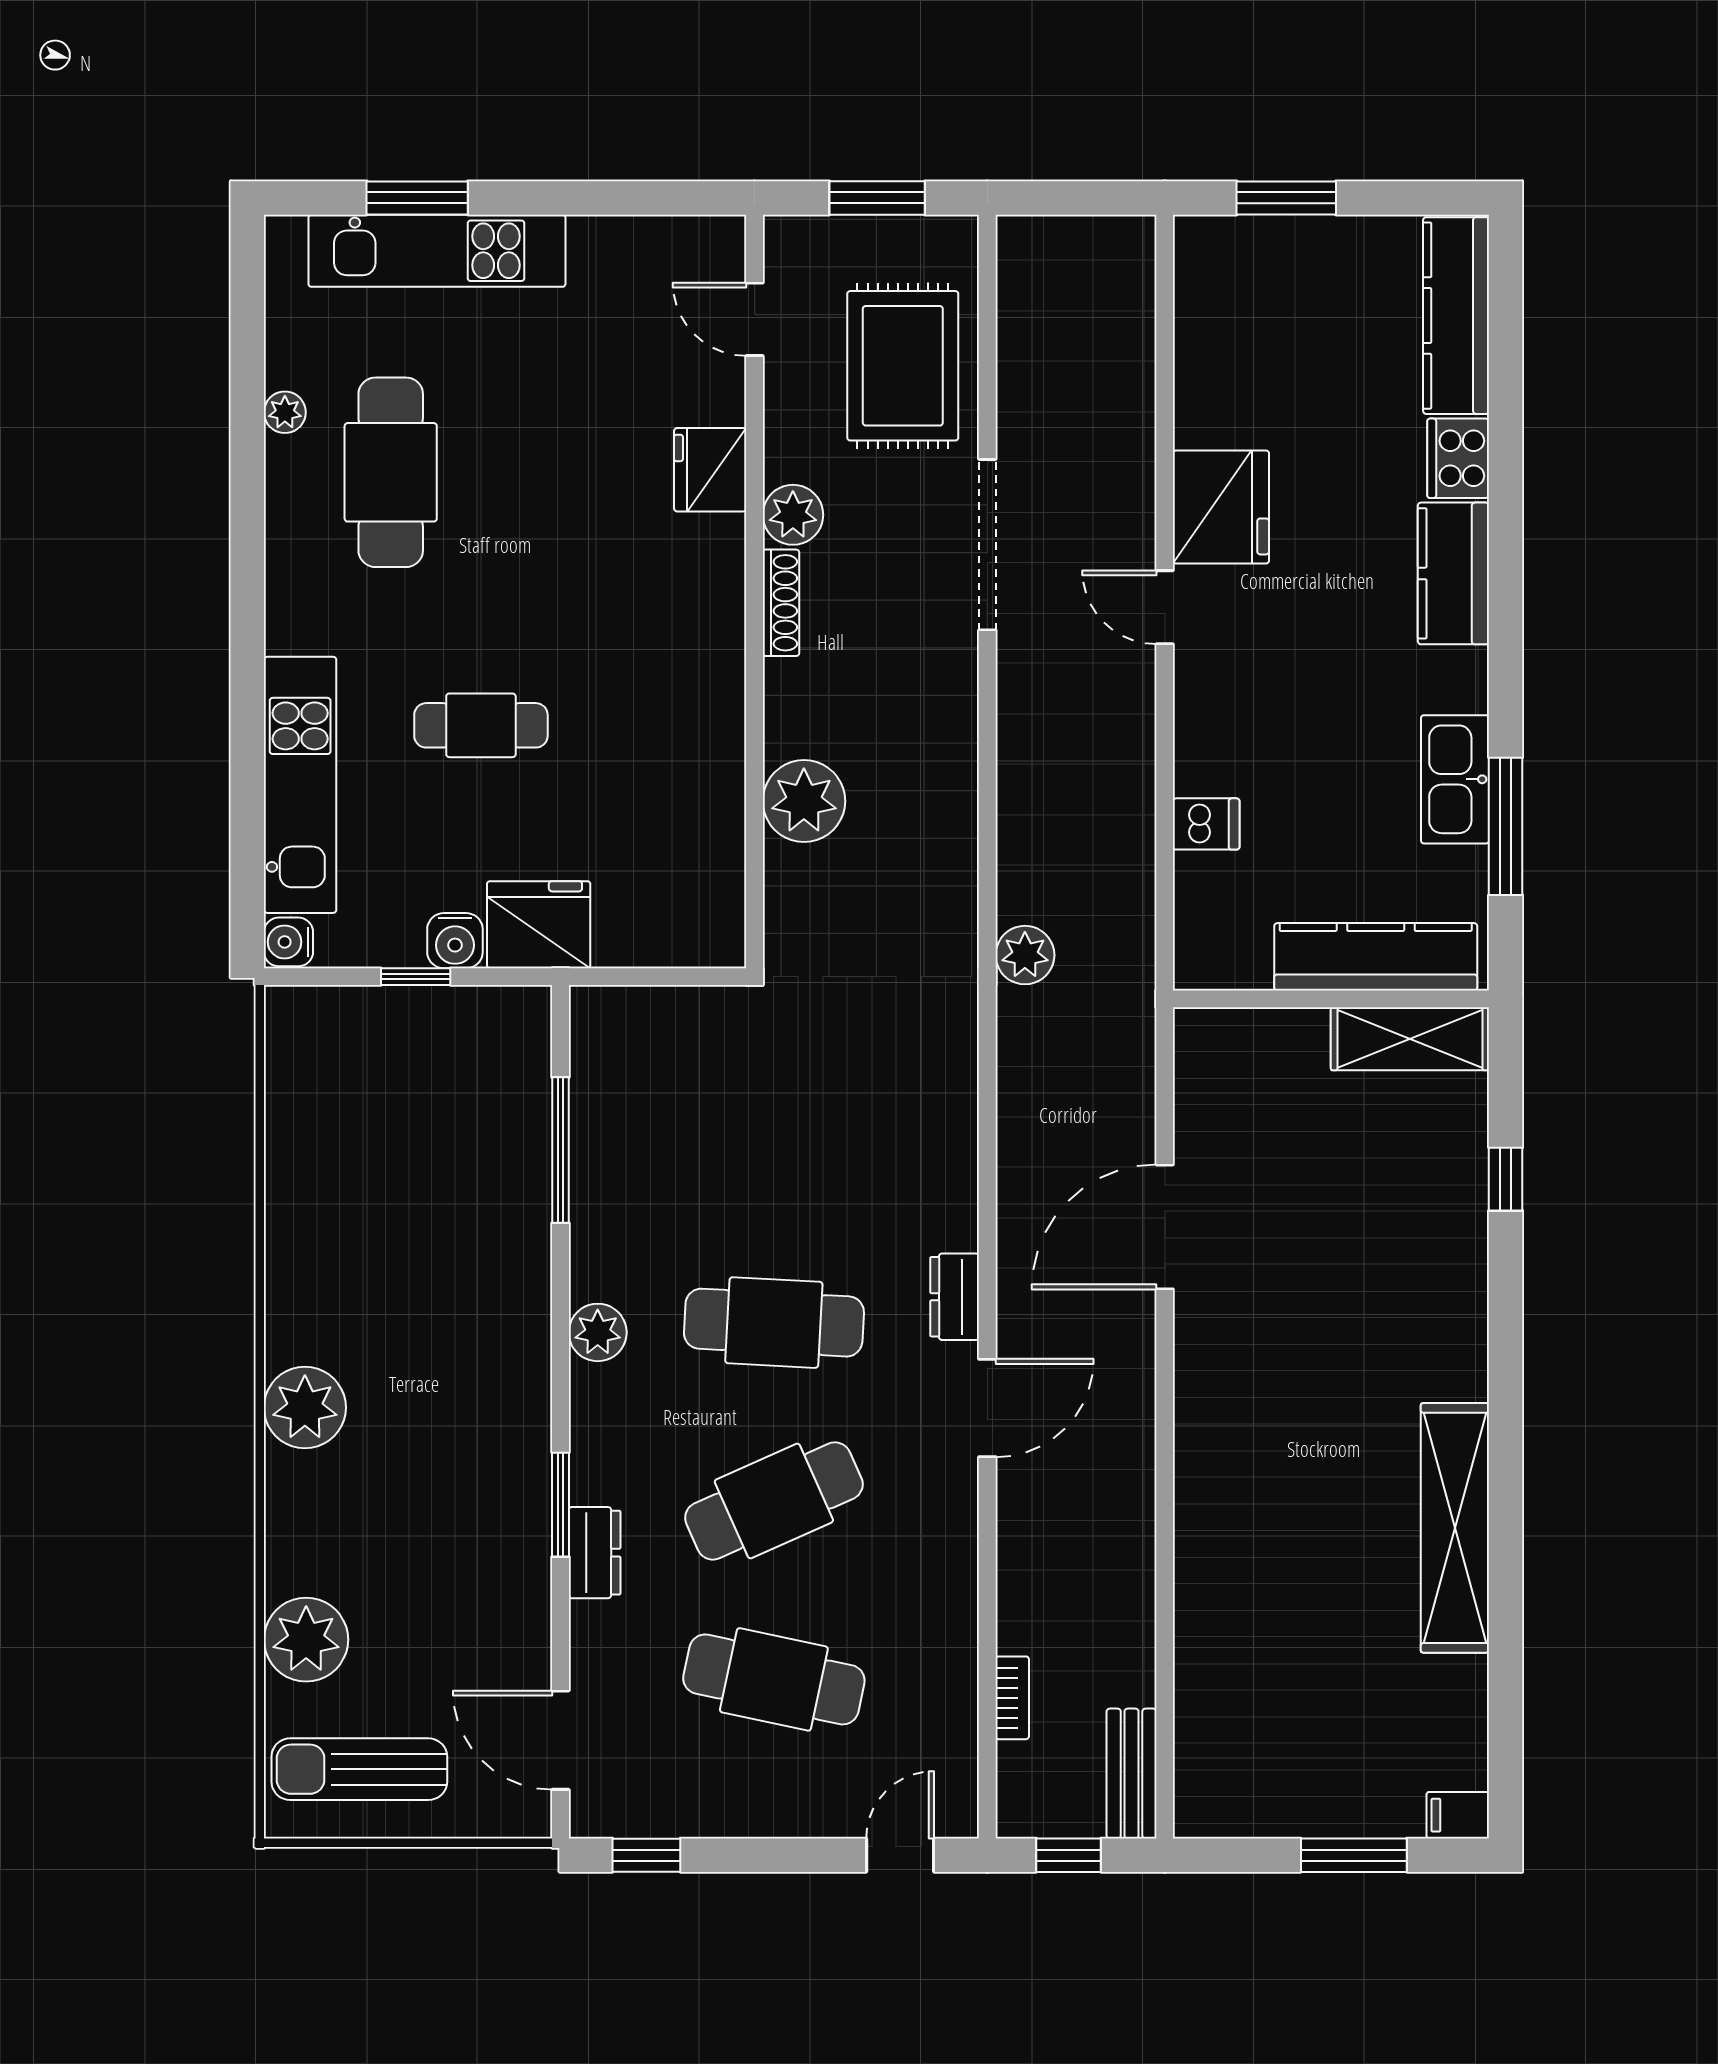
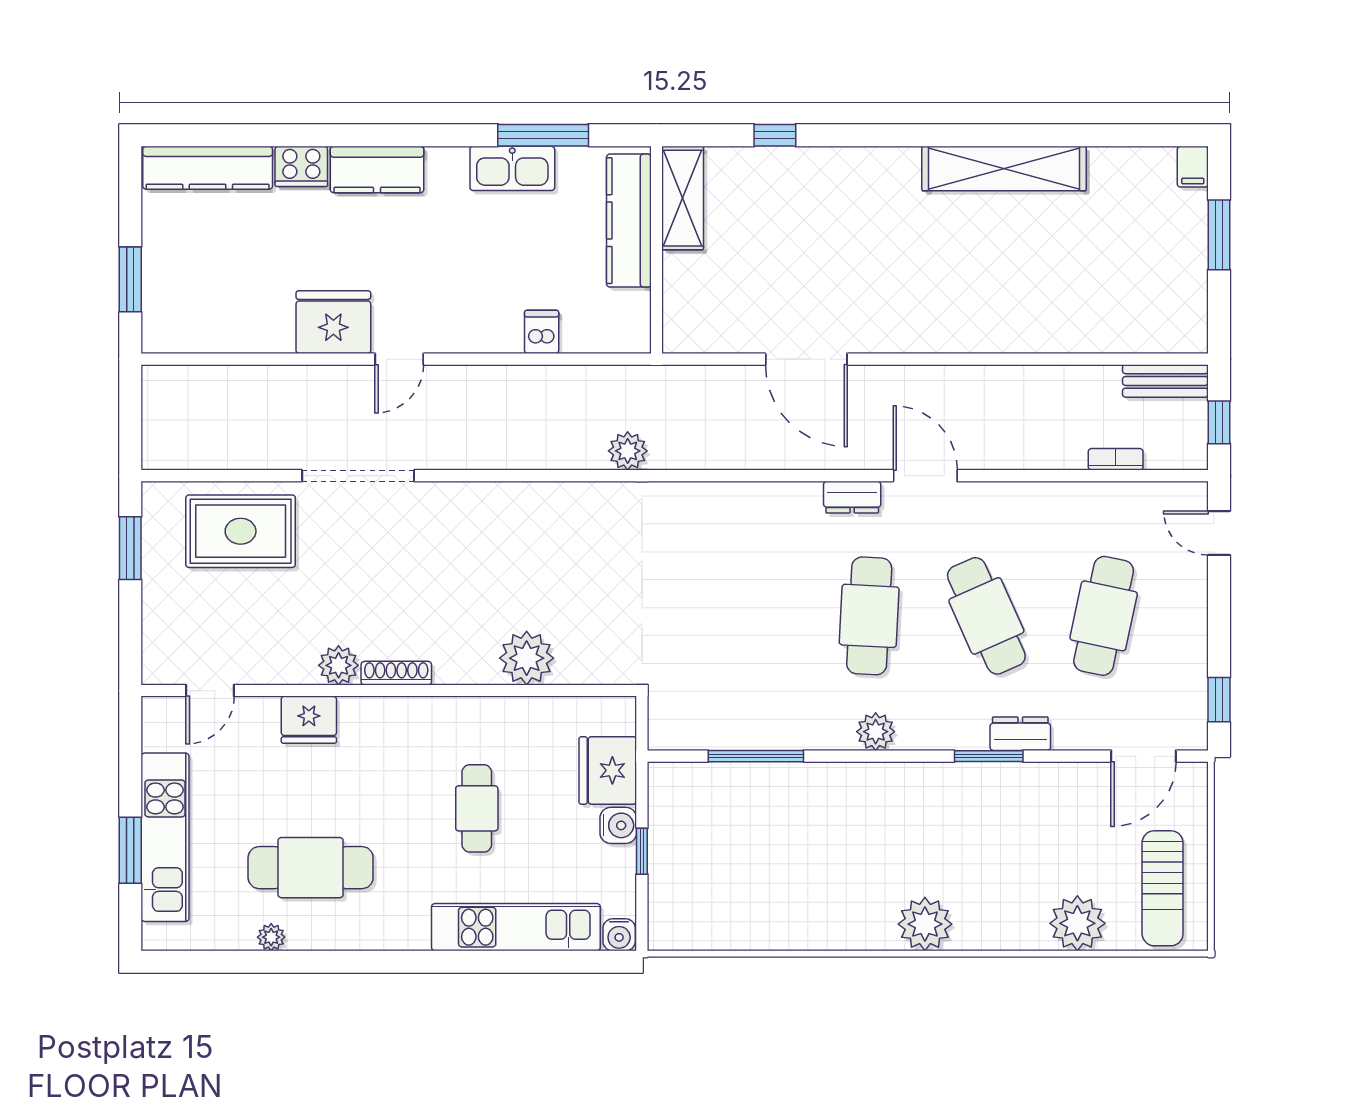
door: (755, 319) -> (210, 691), moved
fridge: (710, 470) -> (309, 720), moved
plant: (793, 515) -> (339, 665), moved
wall: (755, 591) -> (389, 691), moved
shoe rack: (781, 603) -> (396, 673), moved
plant: (804, 801) -> (527, 658), moved

